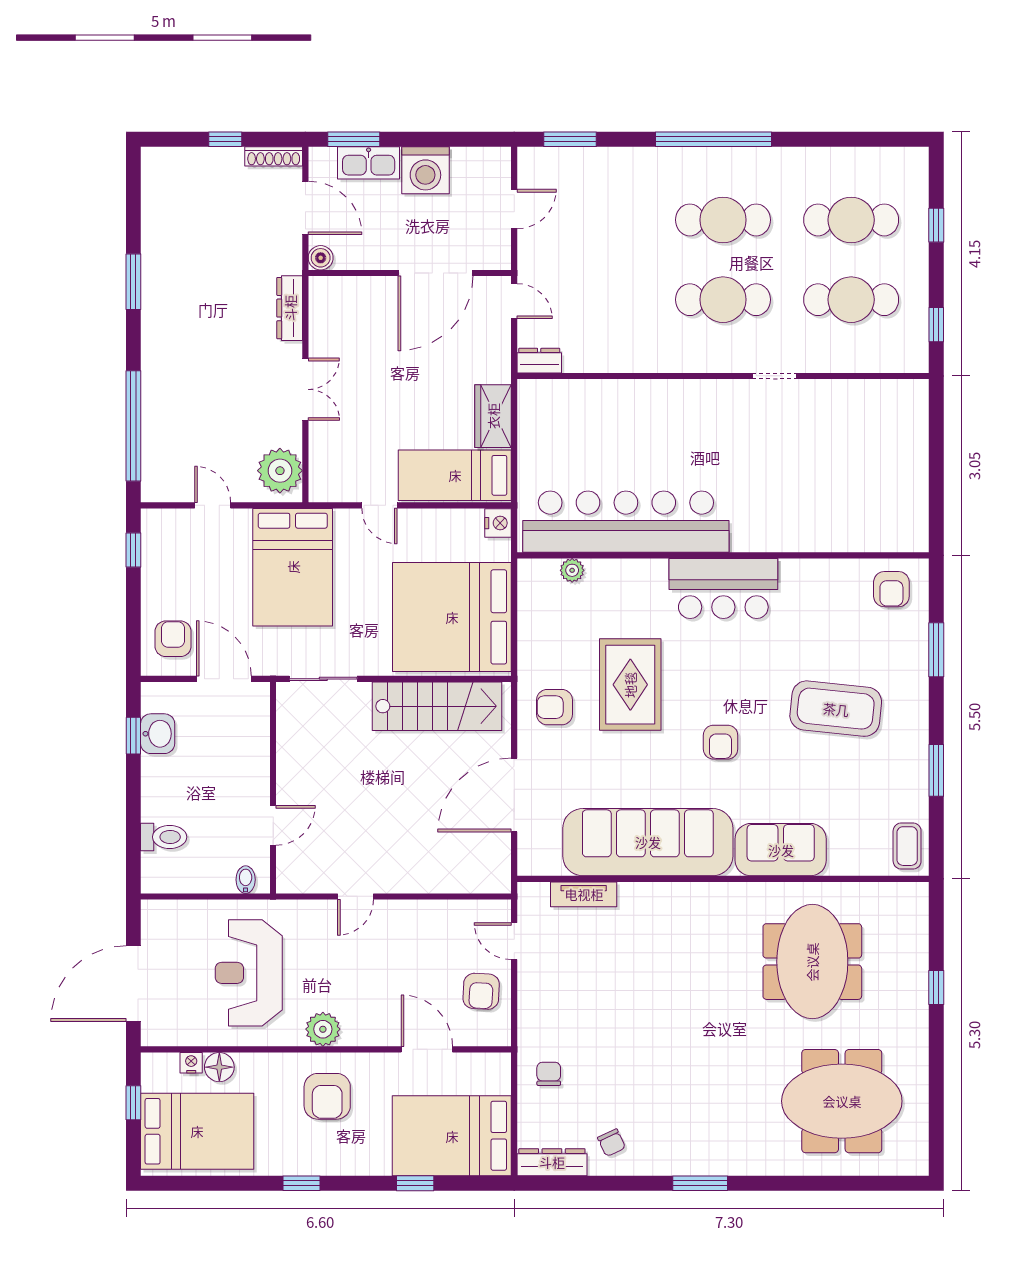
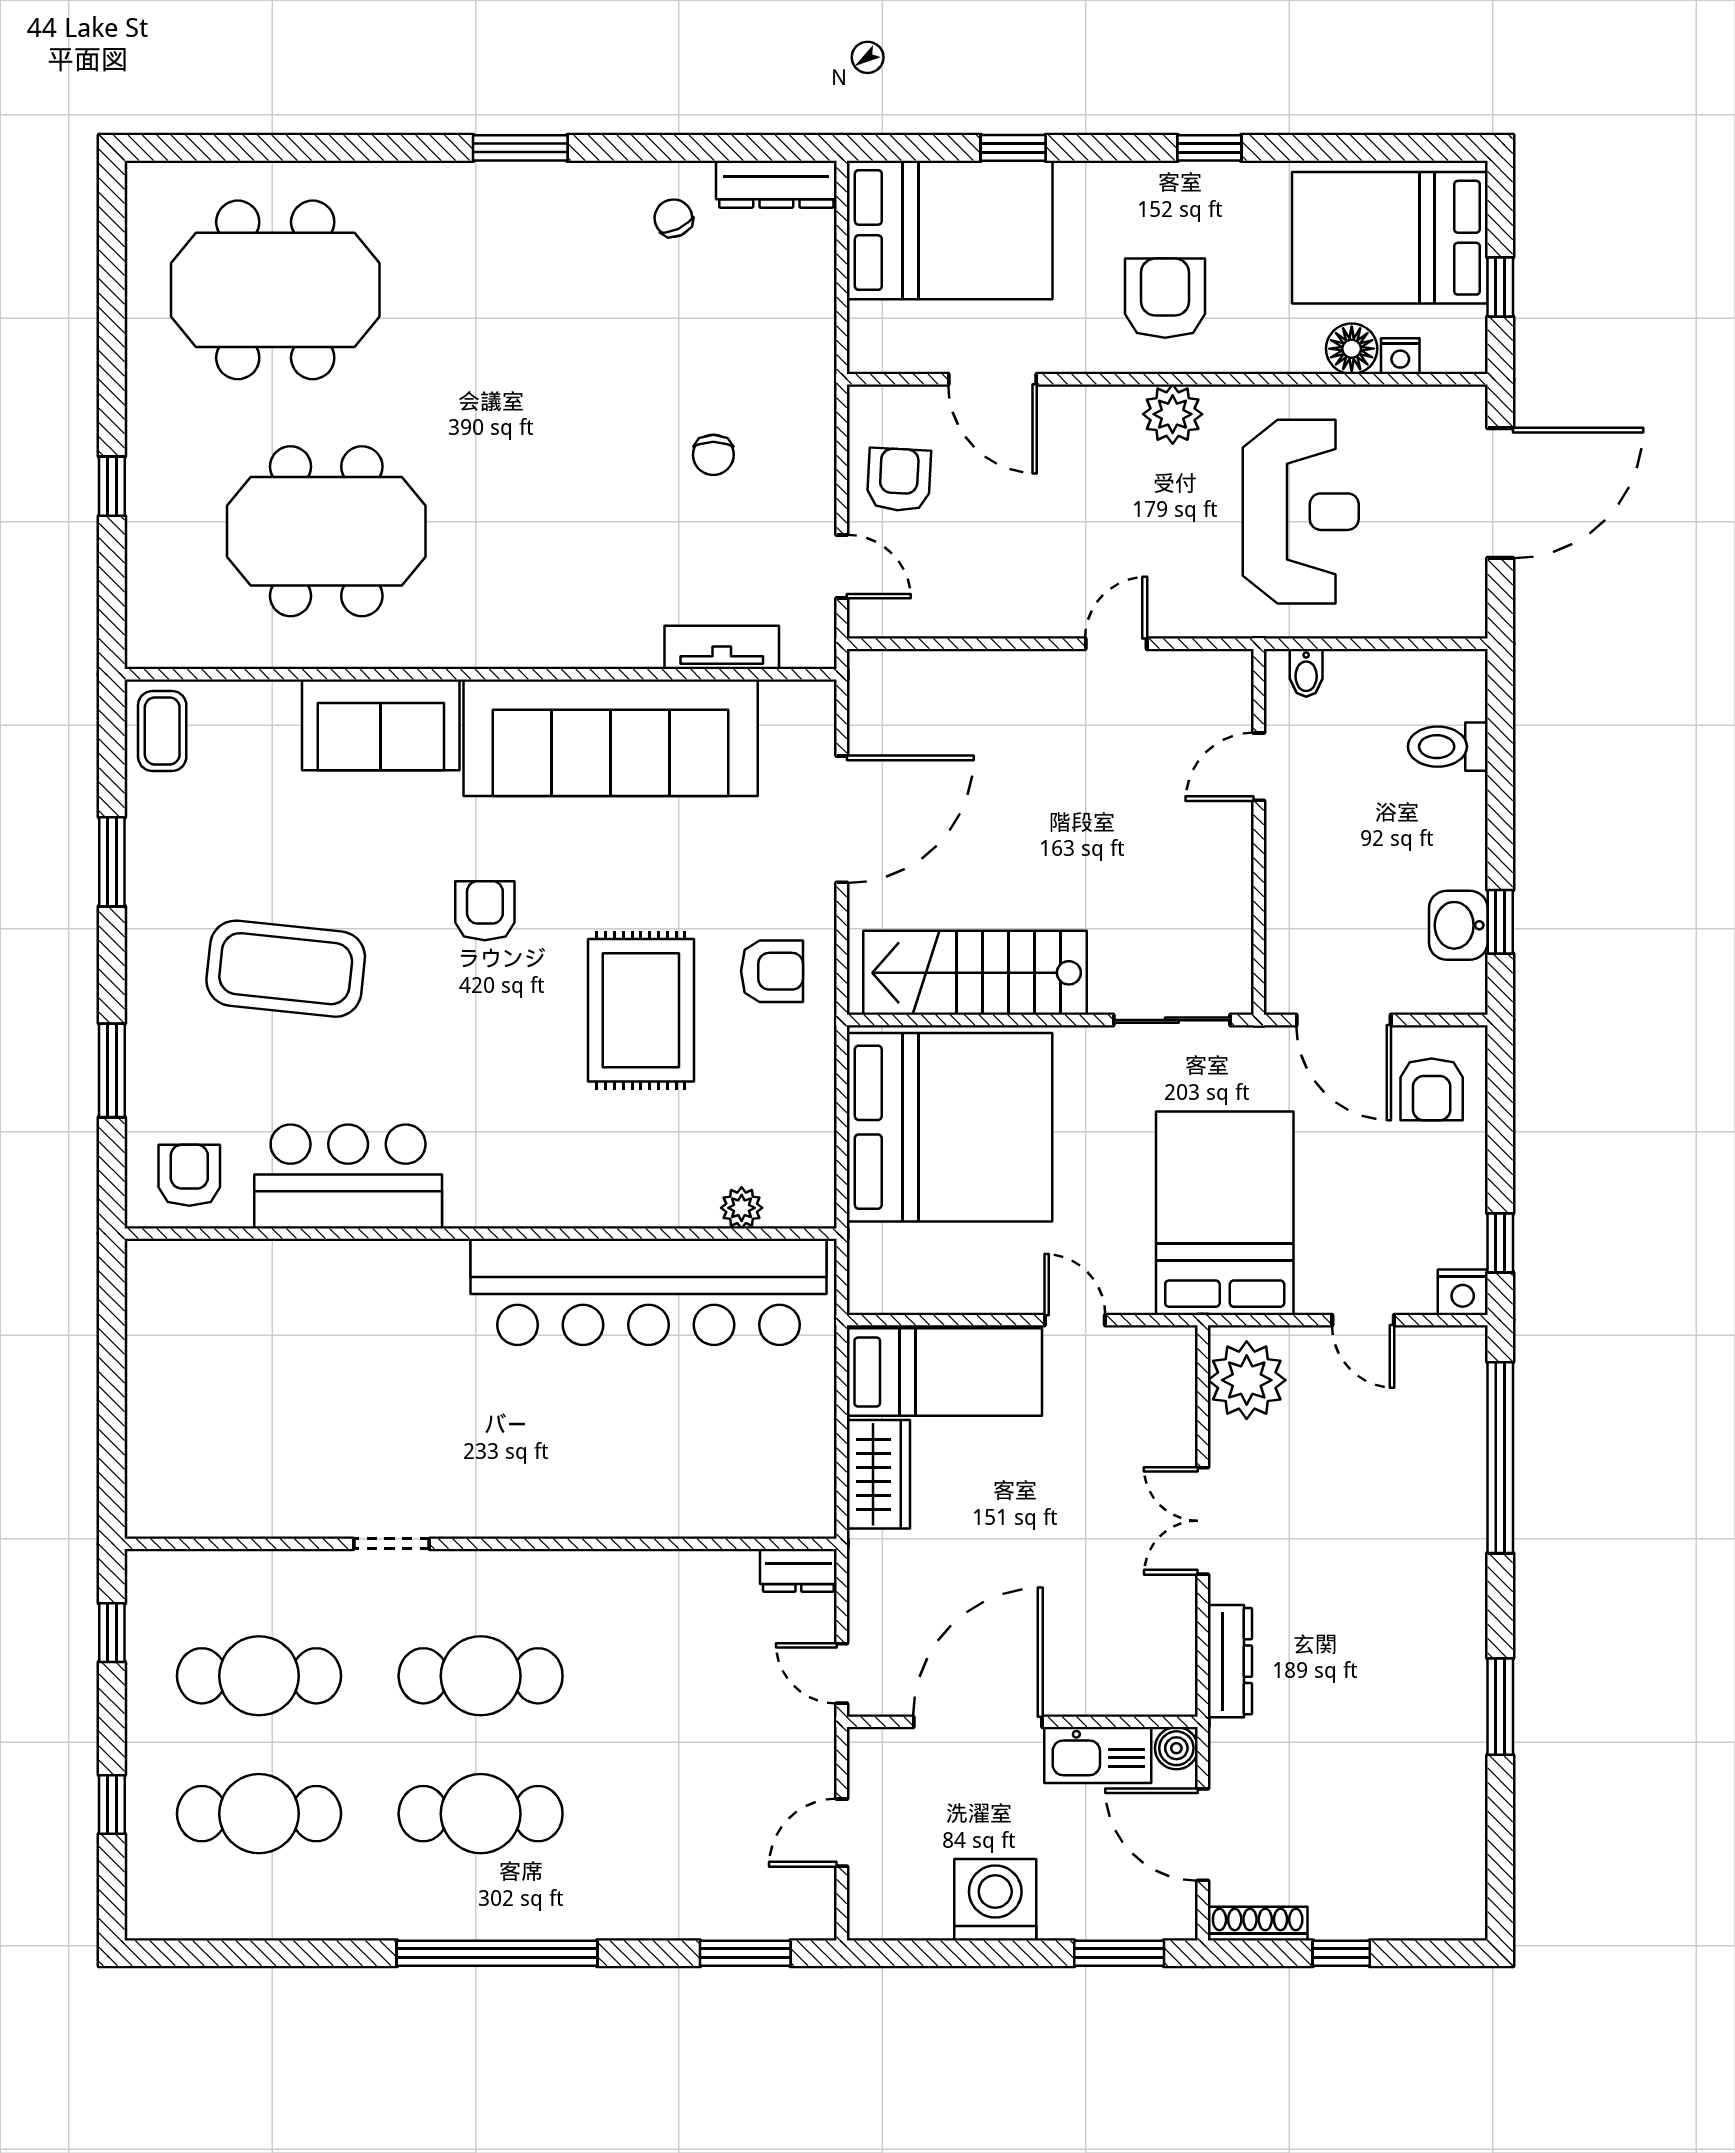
kitchen sink: (369, 163) -> (1098, 1755), moved, turned 180
nightstand: (498, 523) -> (1463, 1292), moved, turned -90
bar counter: (723, 588) -> (348, 1176), moved
meeting table: (812, 962) -> (326, 531), turned 90
chair: (549, 1074) -> (713, 455), moved

